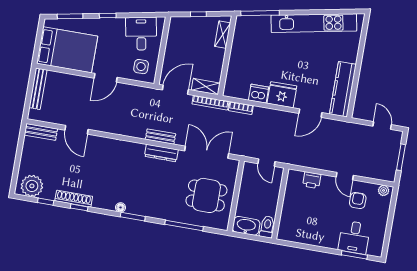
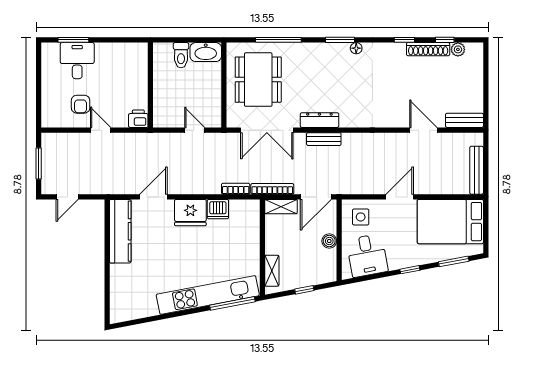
kitchen unit: (314, 23) -> (208, 295), moved
boiler: (171, 51) -> (329, 241), added
door: (382, 125) -> (67, 197), hinge flipped
plant: (32, 186) -> (458, 49), width x0.53, depth x0.53
plant: (384, 190) -> (52, 121), removed
dining table: (206, 195) -> (258, 80), width x1.38
shoe rack: (74, 199) -> (428, 49), moved
wall: (280, 204) -> (150, 85), moved

